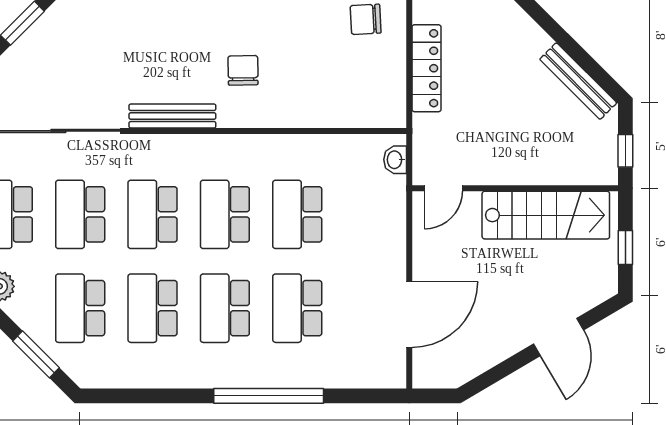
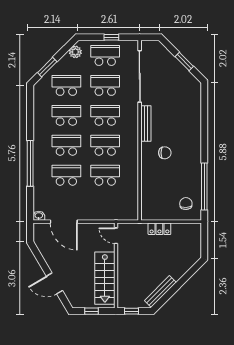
locker: (426, 68) -> (159, 229), width x0.66
washbasin: (395, 160) -> (39, 216), moved

